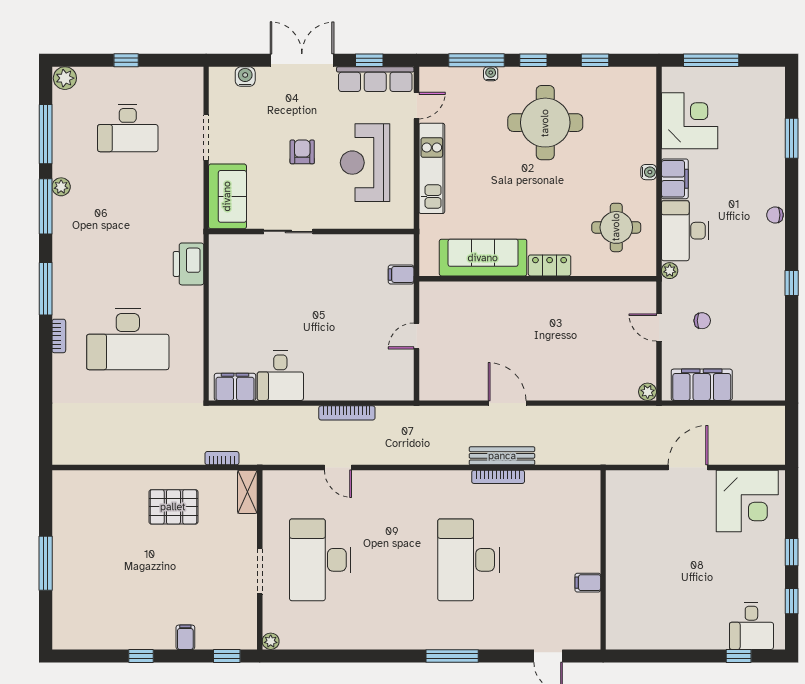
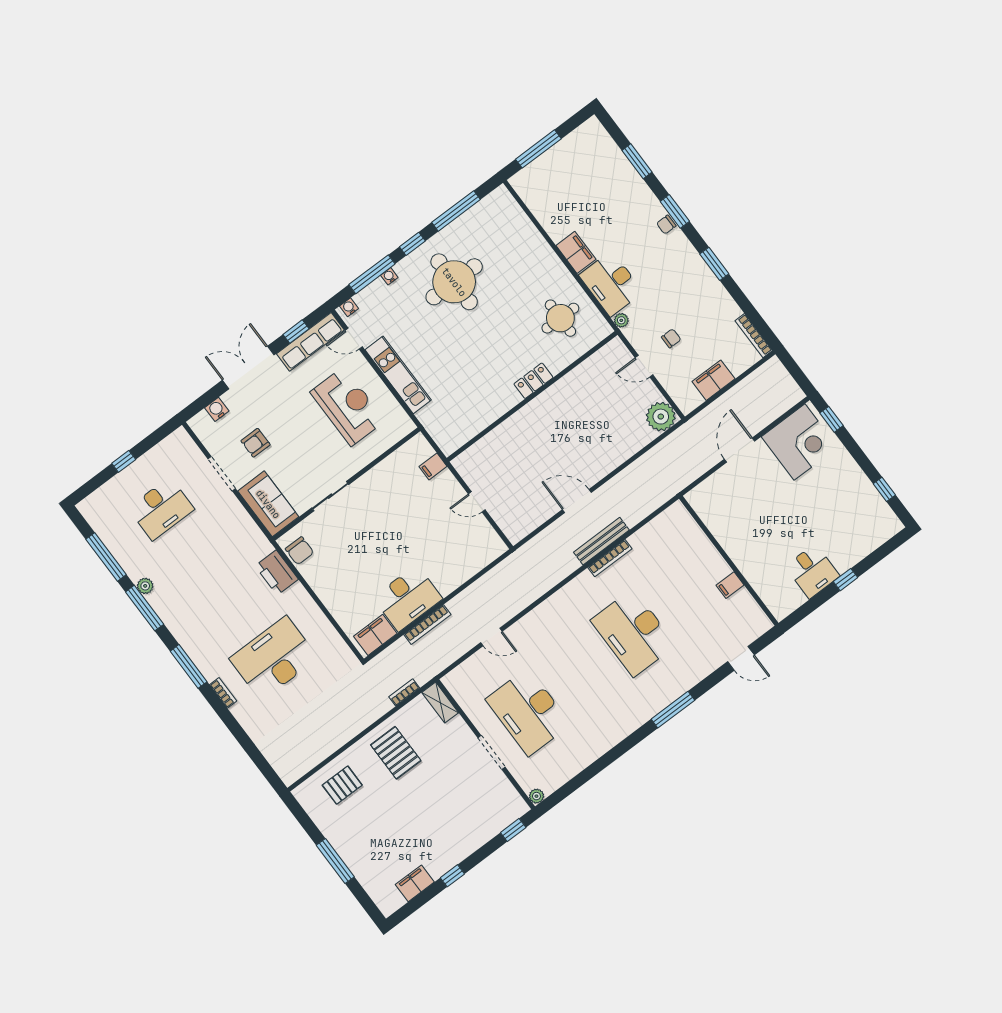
window: (595, 60) -> (456, 211), width x2.17
plant: (65, 78) -> (90, 507), removed
door: (416, 106) -> (354, 339), swing flipped
corner desk: (690, 121) -> (555, 203), removed
armchair: (302, 152) -> (255, 443), moved, turned -90
reception desk: (365, 163) -> (348, 406), turned 180
water cooler: (649, 172) -> (349, 307), moved, turned -90
window: (792, 209) -> (675, 211), added
sofa: (483, 258) -> (482, 411), removed
chair: (224, 260) -> (299, 551), added
window: (792, 283) -> (714, 264), width x1.50
door: (416, 336) -> (477, 502), hinge flipped
desk: (128, 339) -> (274, 658), turned 180
bookcase: (778, 374) -> (754, 336), added
desk: (280, 376) -> (408, 598), width x1.37
filing cabinet: (702, 385) -> (713, 380), width x0.67, depth x0.86
plant: (648, 392) -> (661, 417), width x1.87, depth x1.87
bookcase: (347, 413) -> (427, 625), moved
pallet: (103, 500) -> (342, 785), added
pallet: (173, 507) -> (396, 753), turned 90
window: (792, 552) -> (831, 419), moved
desk: (751, 626) -> (812, 571), moved
filing cabinet: (185, 637) -> (415, 883), moved, width x2.00
window: (739, 656) -> (846, 580), moved

